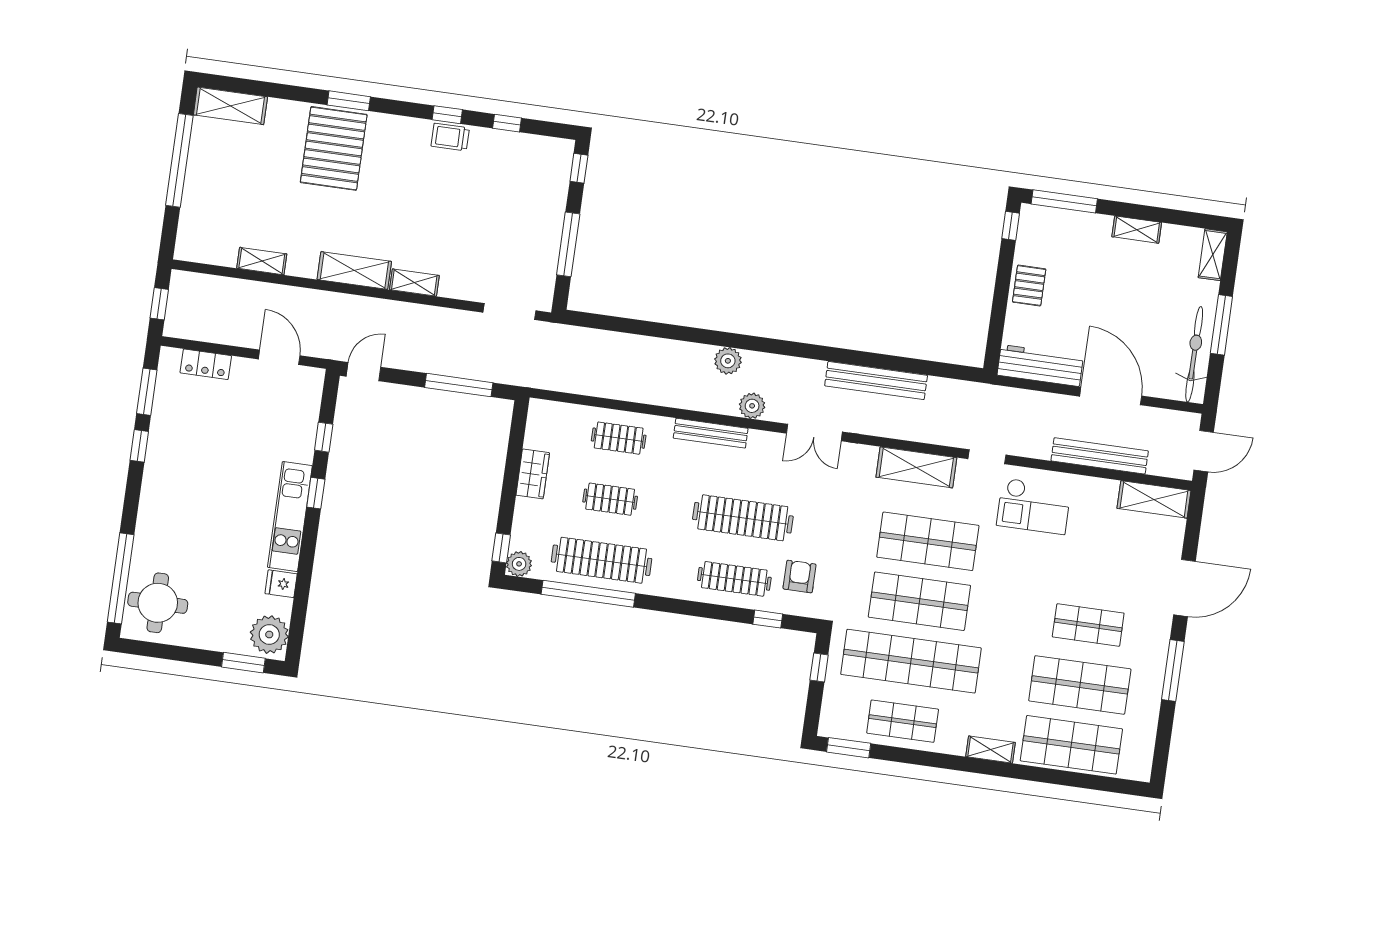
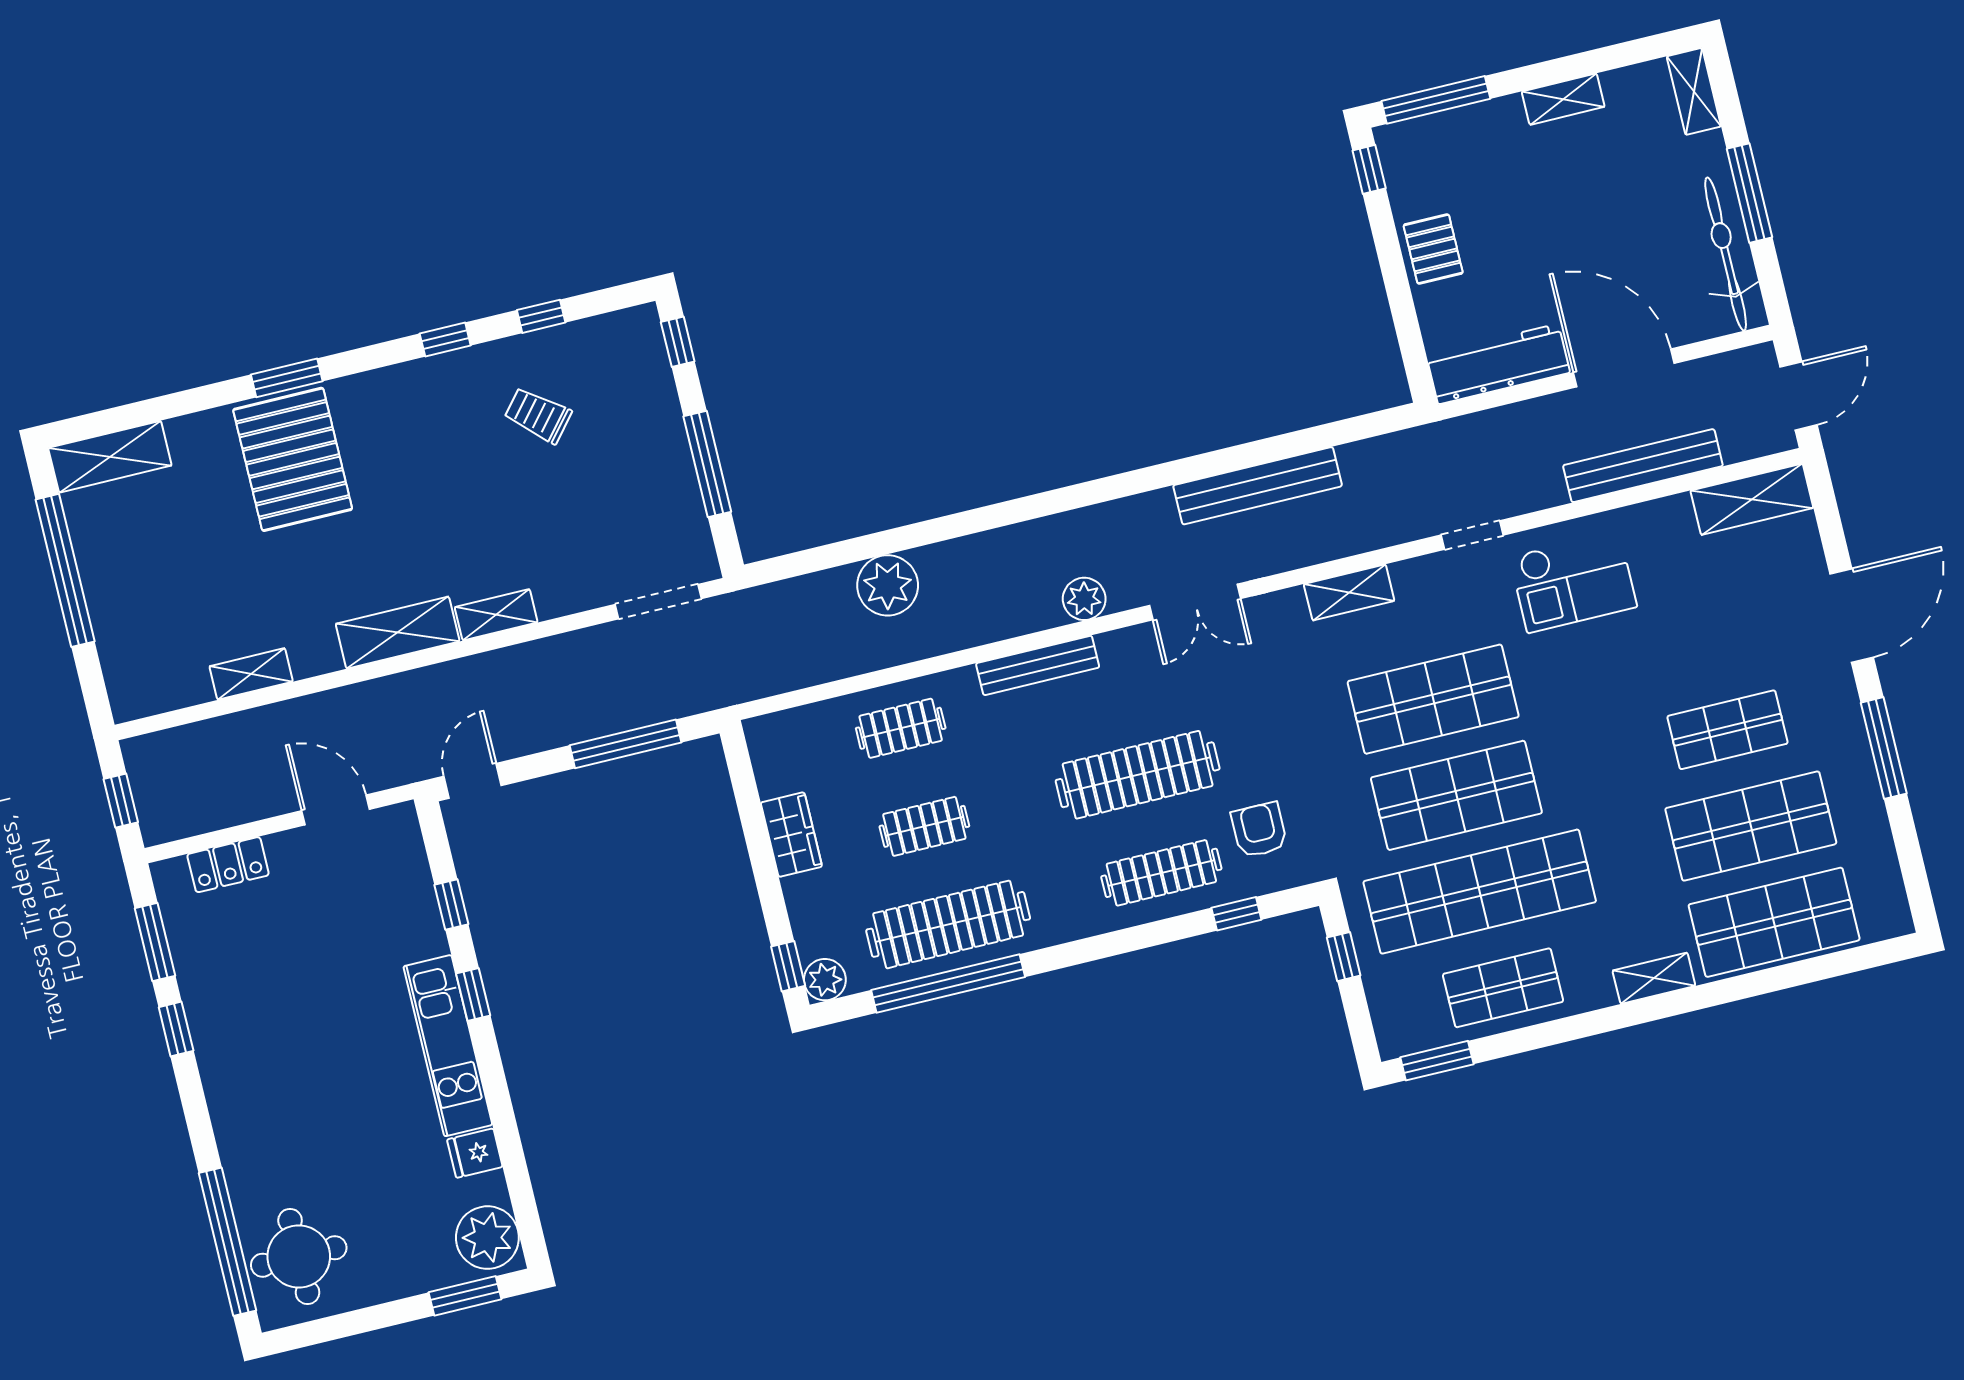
trolley: (450, 137) -> (538, 415), moved, turned 40
plant: (728, 361) -> (888, 585), moved, width x1.36, depth x1.36
shelving: (916, 467) -> (1349, 592), width x0.67, depth x0.75

